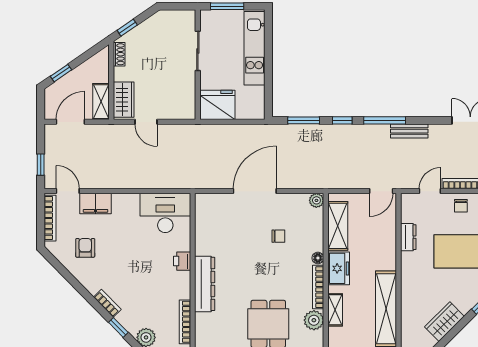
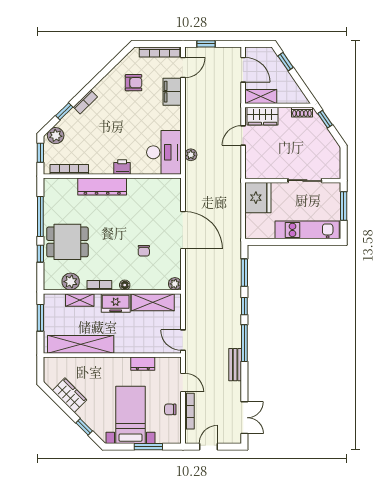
plant: (168, 182) -> (191, 155), added
bookcase: (318, 287) -> (99, 285), width x0.64

